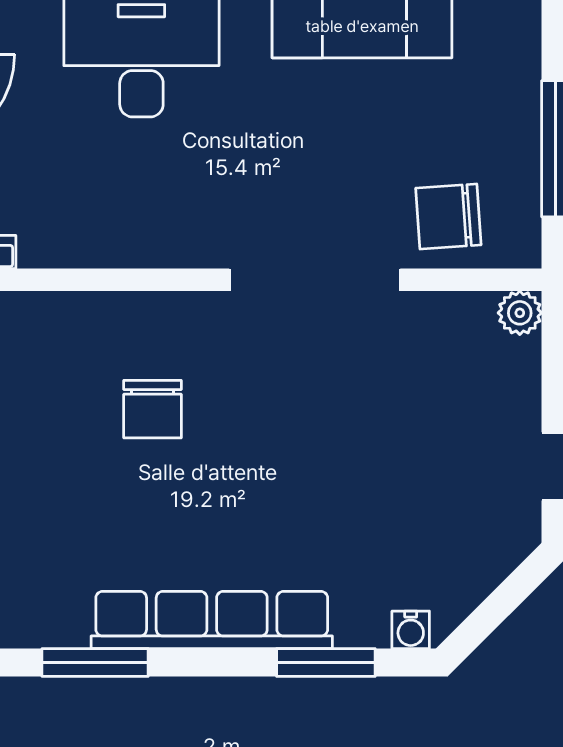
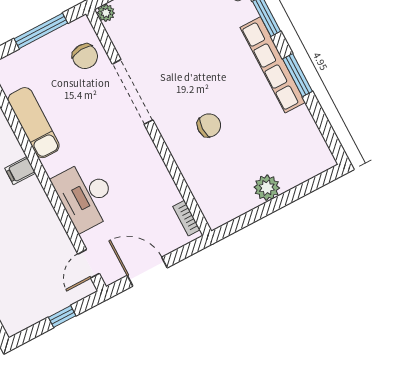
window: (95, 663) -> (297, 75), moved

